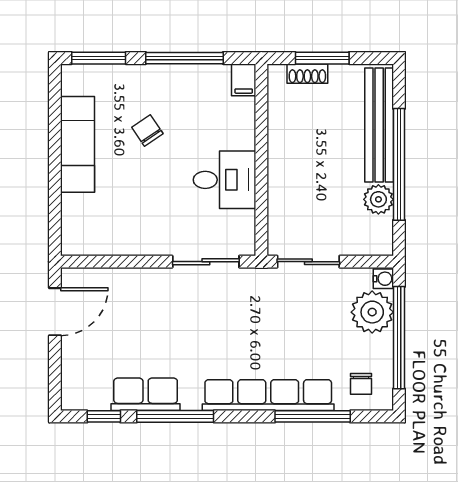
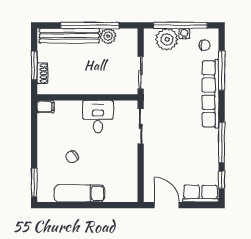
window: (184, 58) -> (34, 138), removed
water cooler: (383, 279) -> (184, 34), moved
row of seats: (146, 394) -> (201, 194), moved, turned 90

